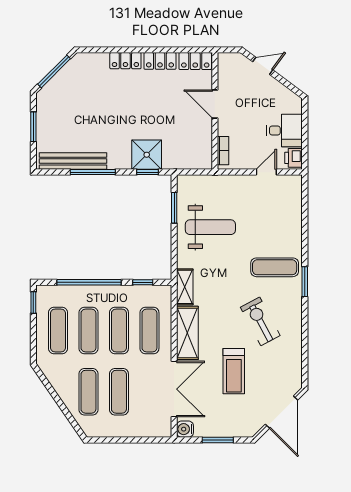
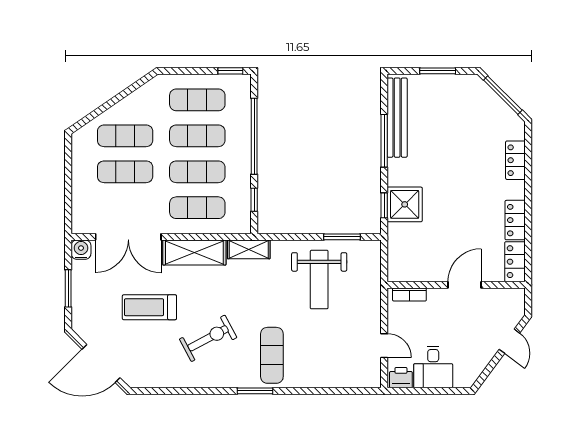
locker: (125, 61) -> (515, 160), moved

